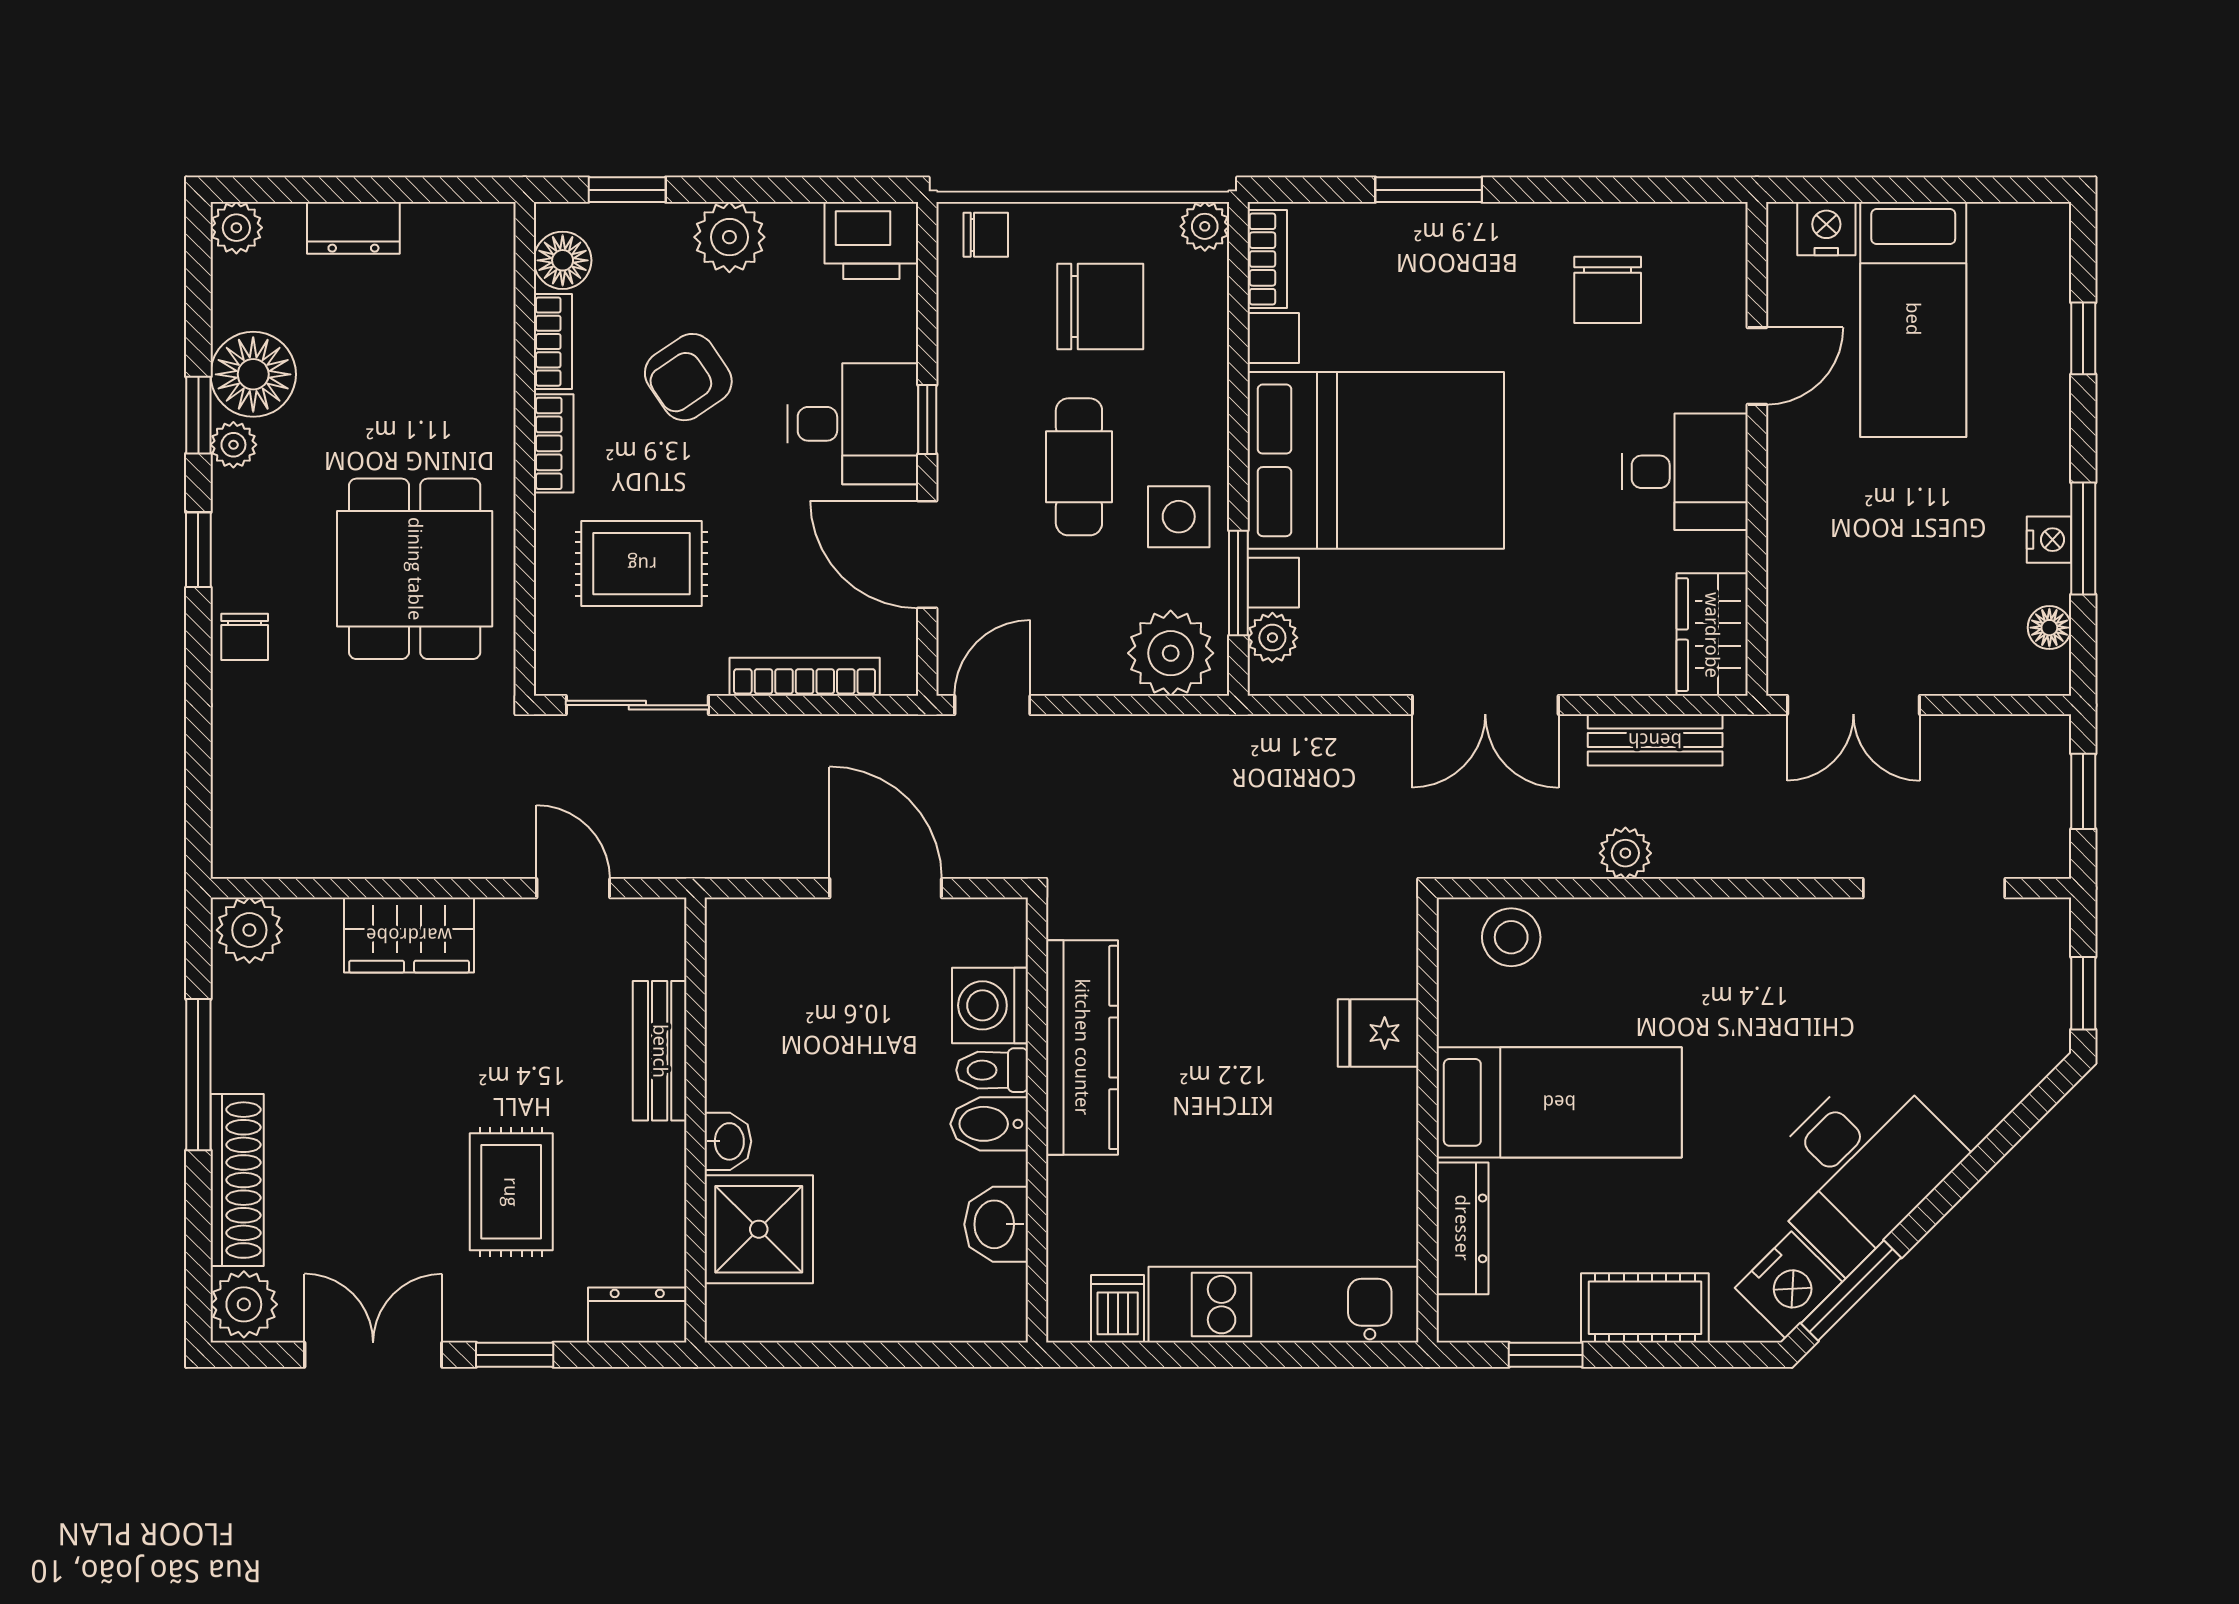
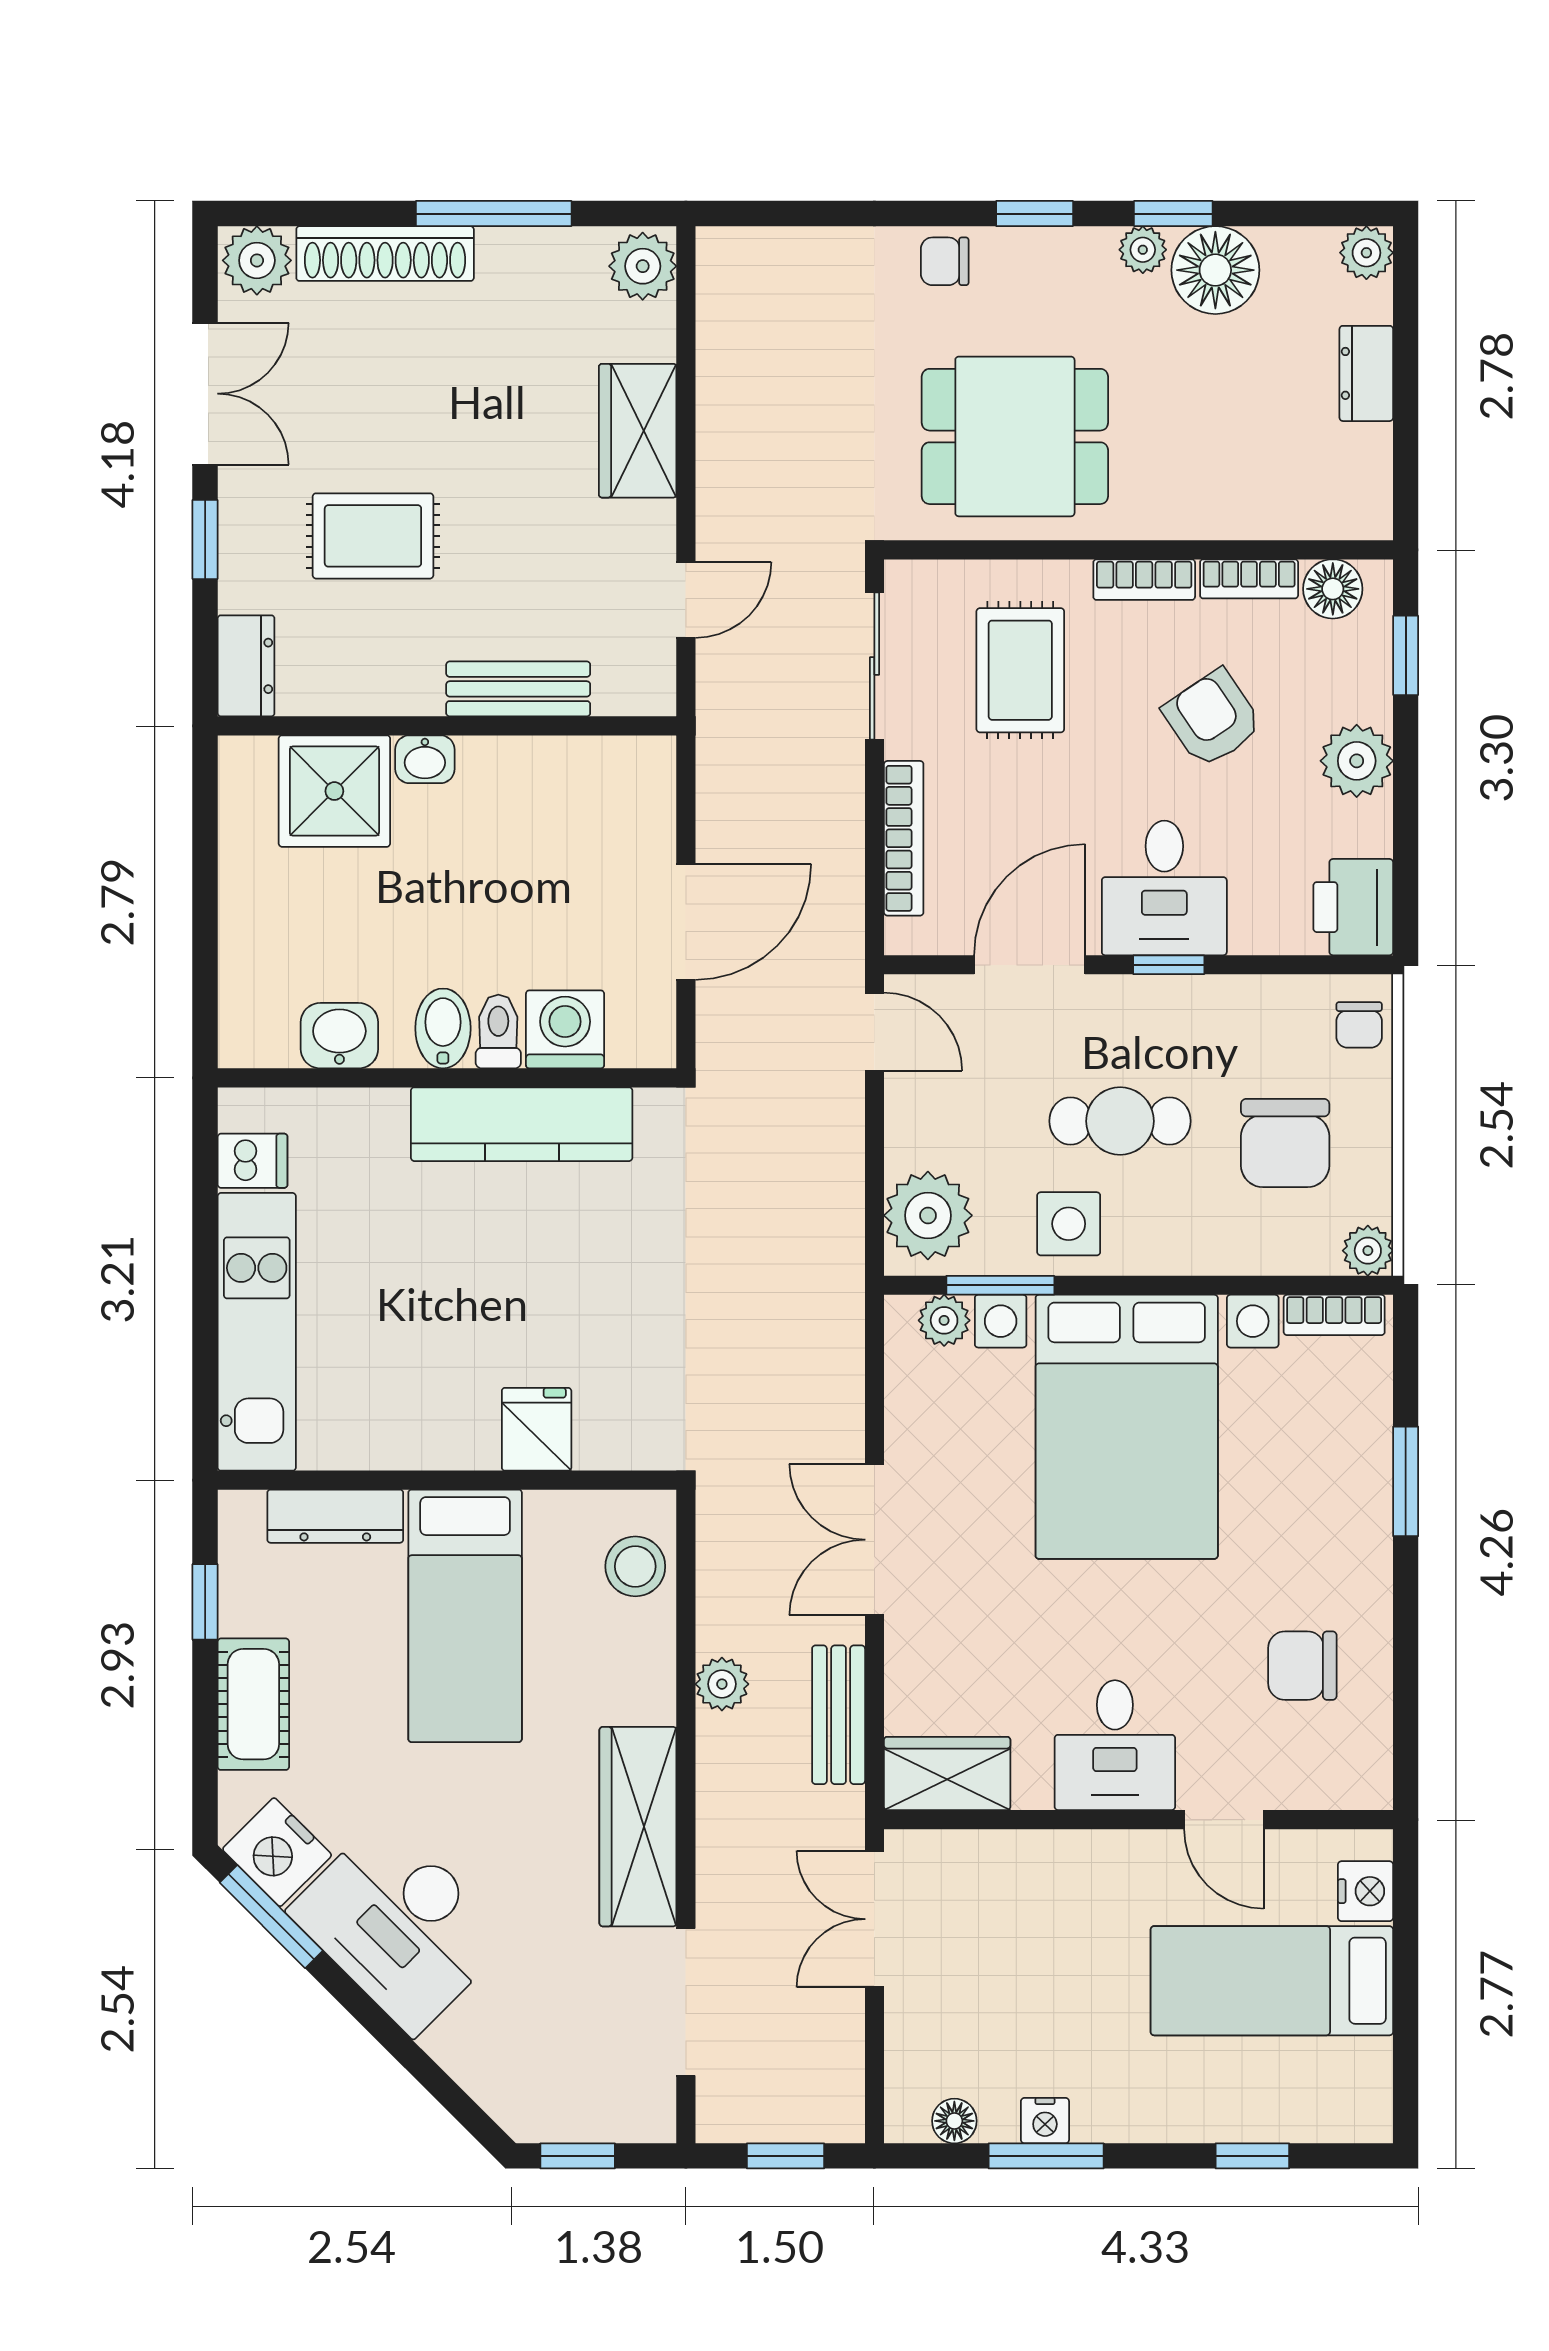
wardrobe: (1764, 935) -> (638, 1827), added

